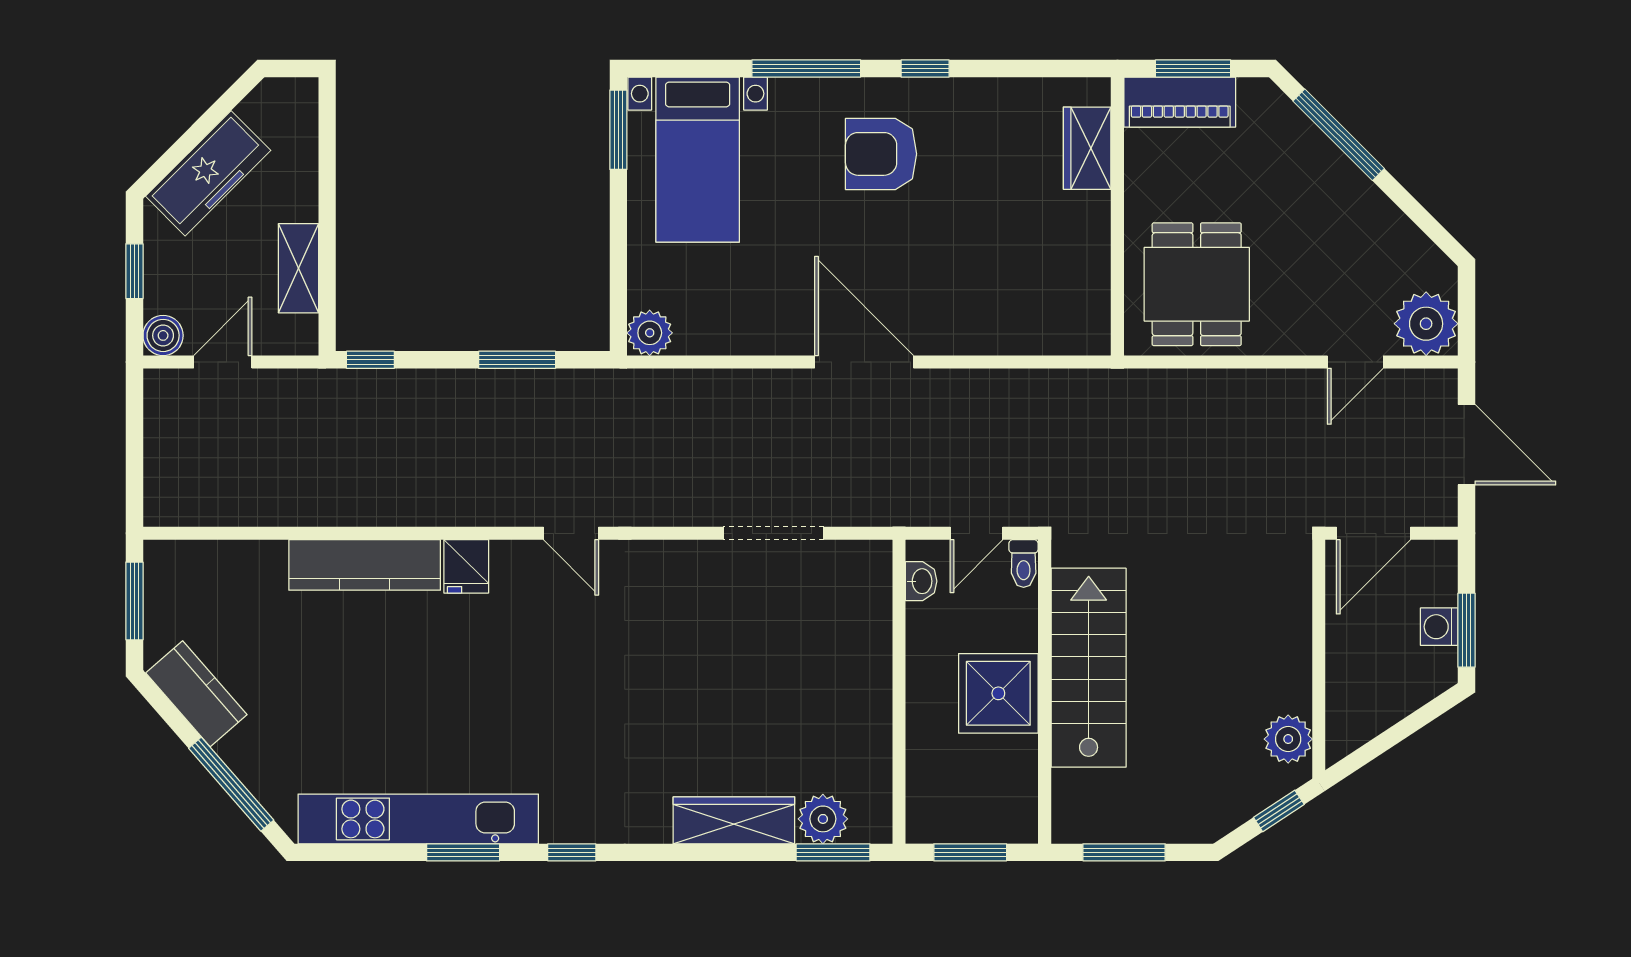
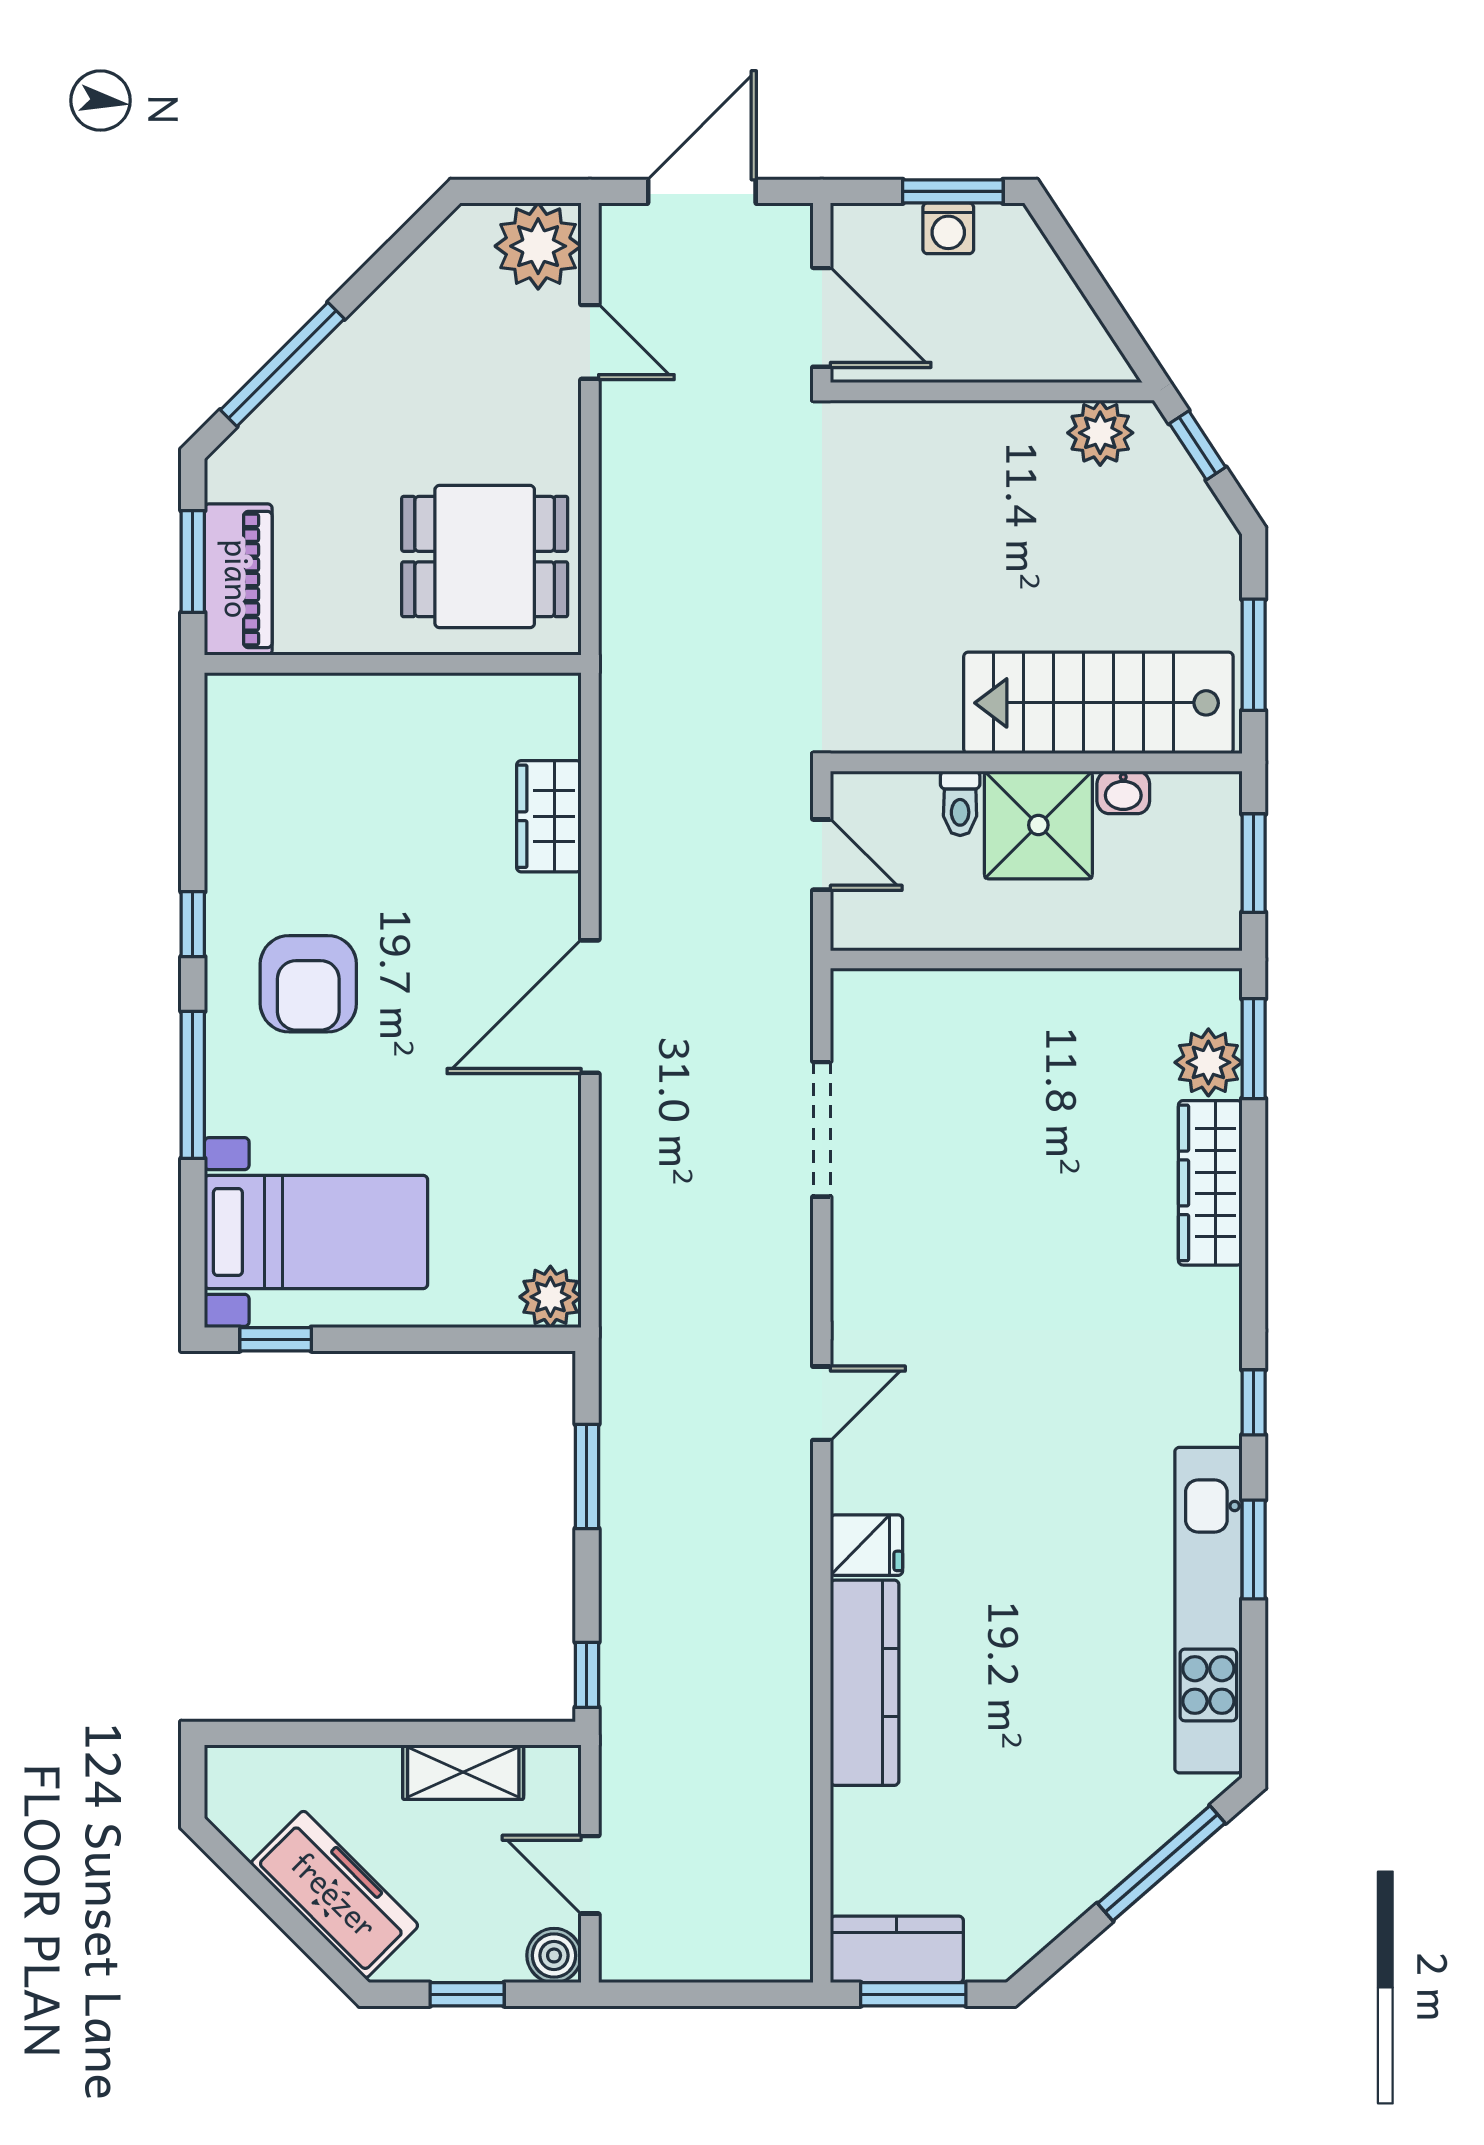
window: (618, 130) -> (276, 1339), width x0.67
wardrobe: (1087, 148) -> (549, 816), moved, turned 90
toilet: (1024, 563) -> (960, 803), moved, turned 90
washbasin: (921, 581) -> (1123, 792), moved, turned 180
stairs: (1089, 668) -> (1098, 703), moved
kitchen counter: (196, 694) -> (897, 1949), moved, turned 41

